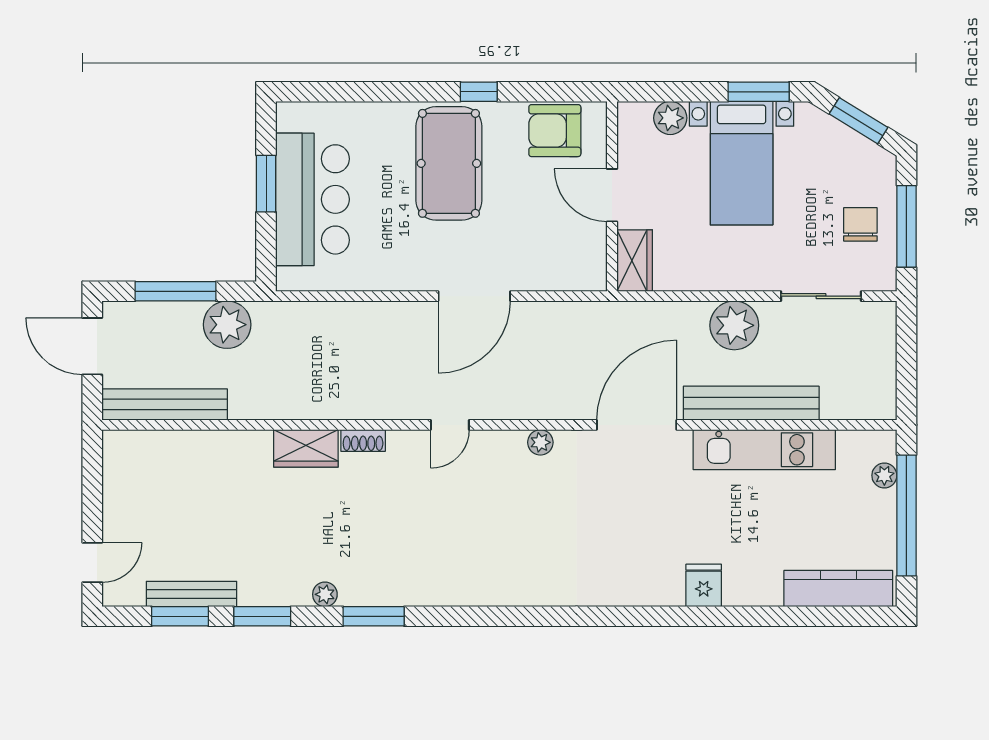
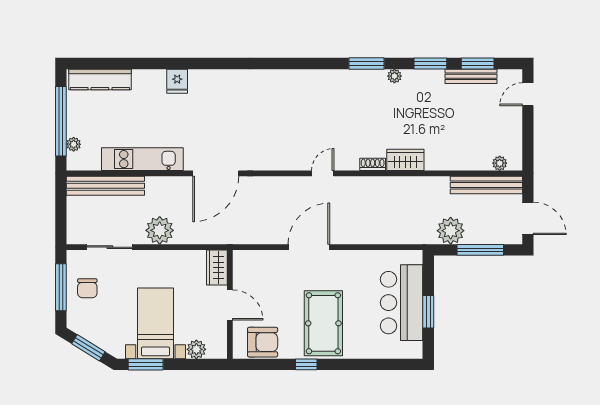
bench: (751, 403) -> (105, 186), moved
plant: (540, 442) -> (500, 163), moved

